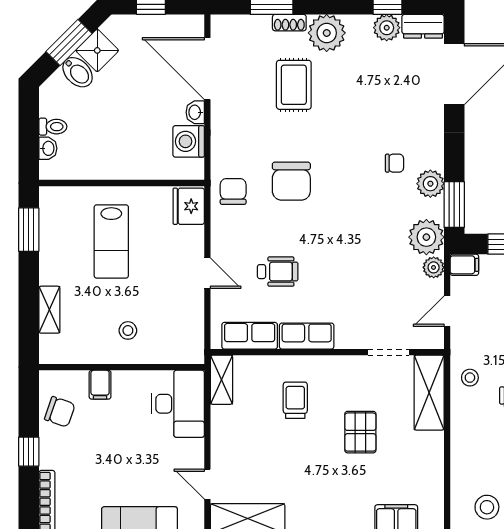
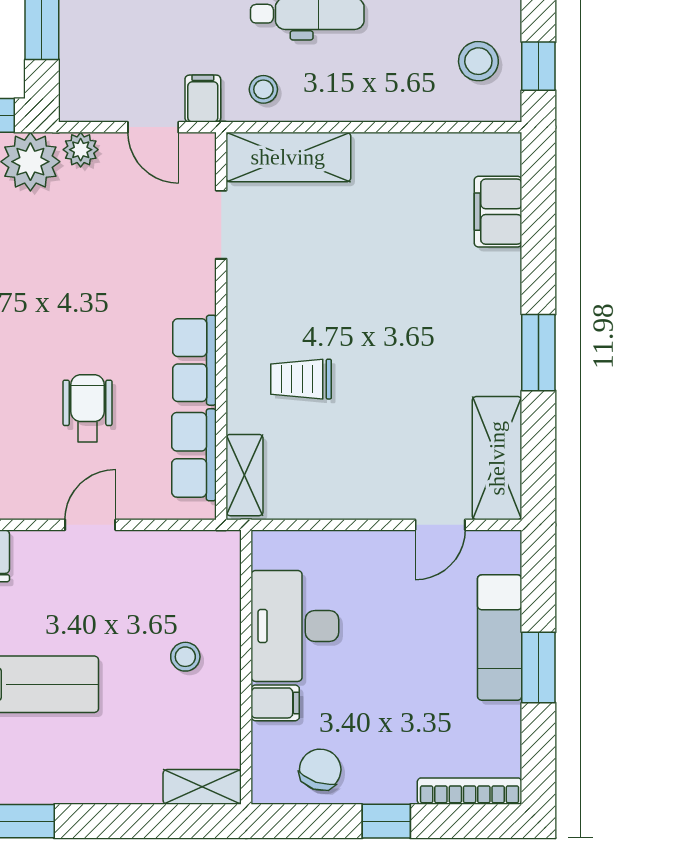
filing cabinet: (464, 265) -> (203, 99), moved
shelving: (49, 310) -> (202, 787), moved
shelving: (221, 380) -> (245, 475), moved, turned 90
desk: (178, 404) -> (295, 626), moved, turned -90
pallet: (360, 432) -> (354, 271), removed

